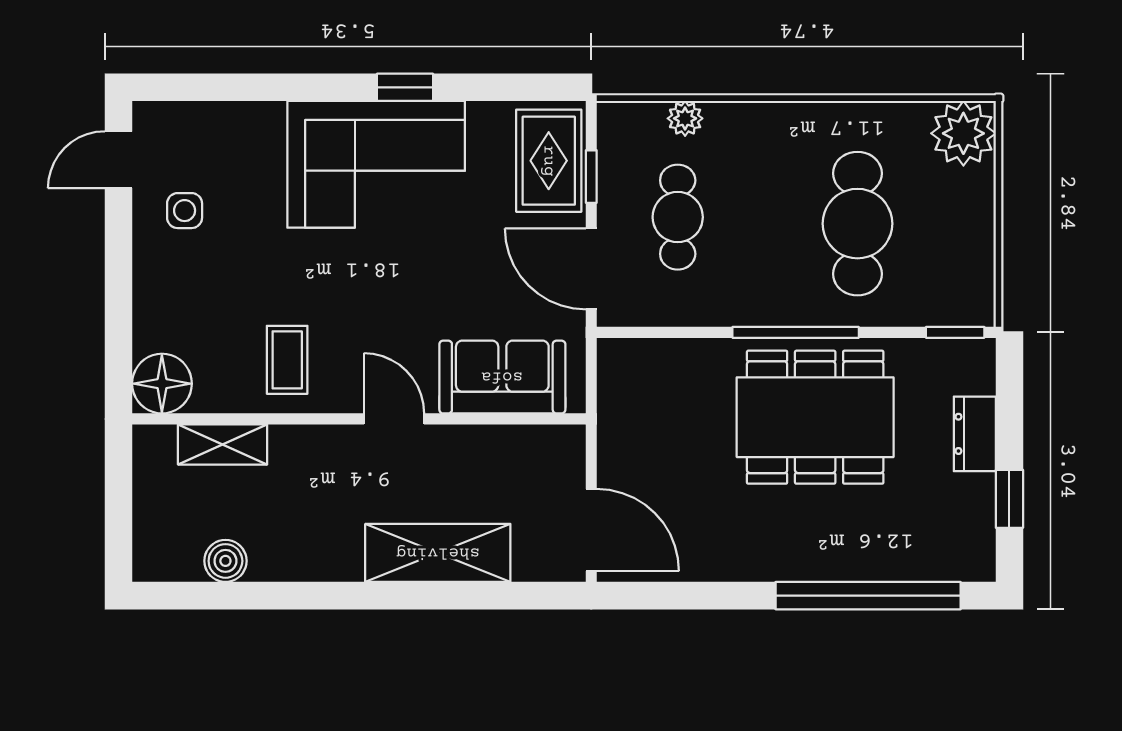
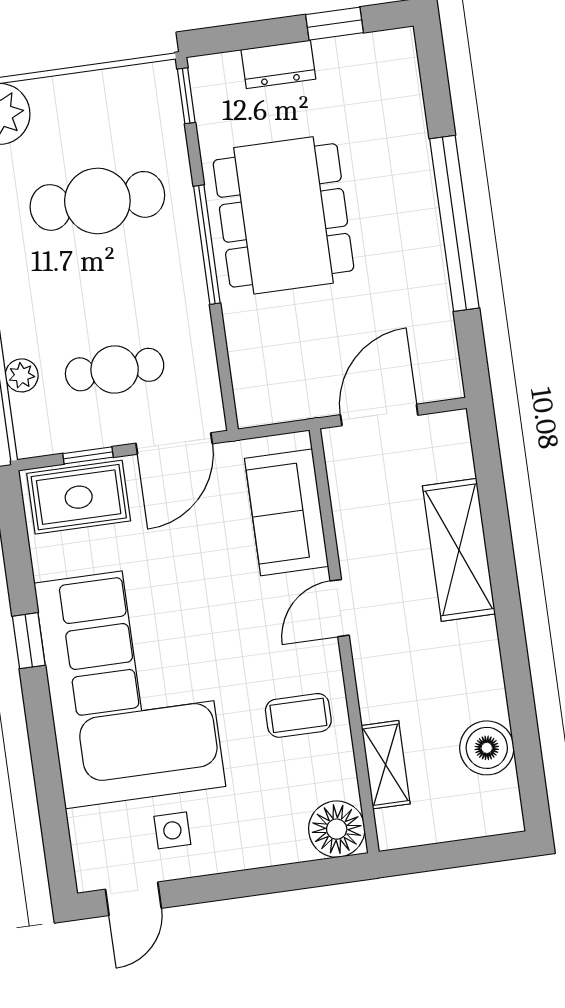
door: (118, 160) -> (133, 899), hinge flipped
corner sofa: (376, 164) -> (130, 685), width x1.36, depth x1.36
door: (591, 530) -> (379, 415), moved
boiler: (225, 561) -> (487, 748), width x1.36, depth x1.36
window: (868, 596) -> (454, 223), moved

